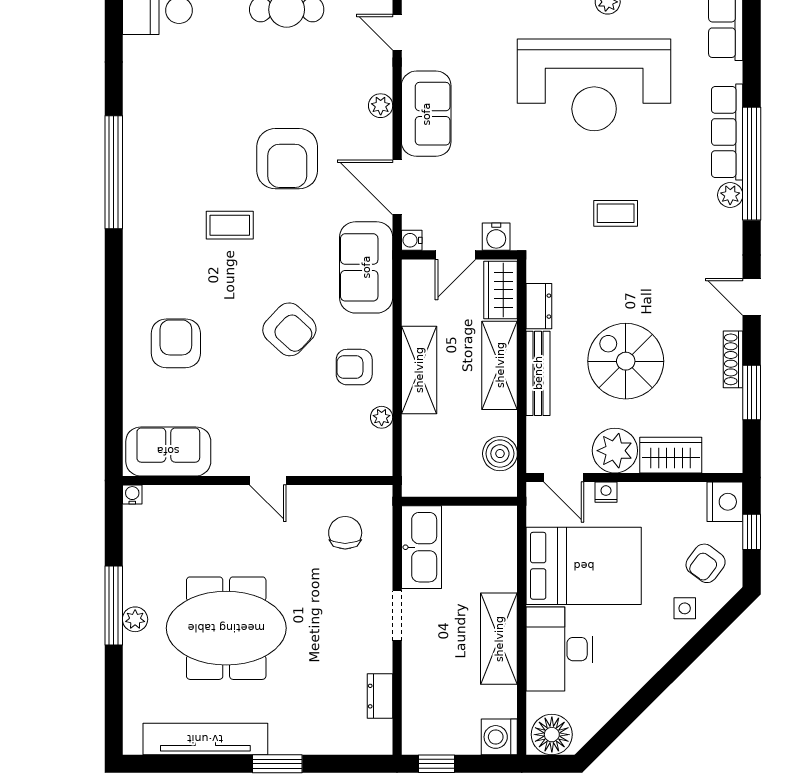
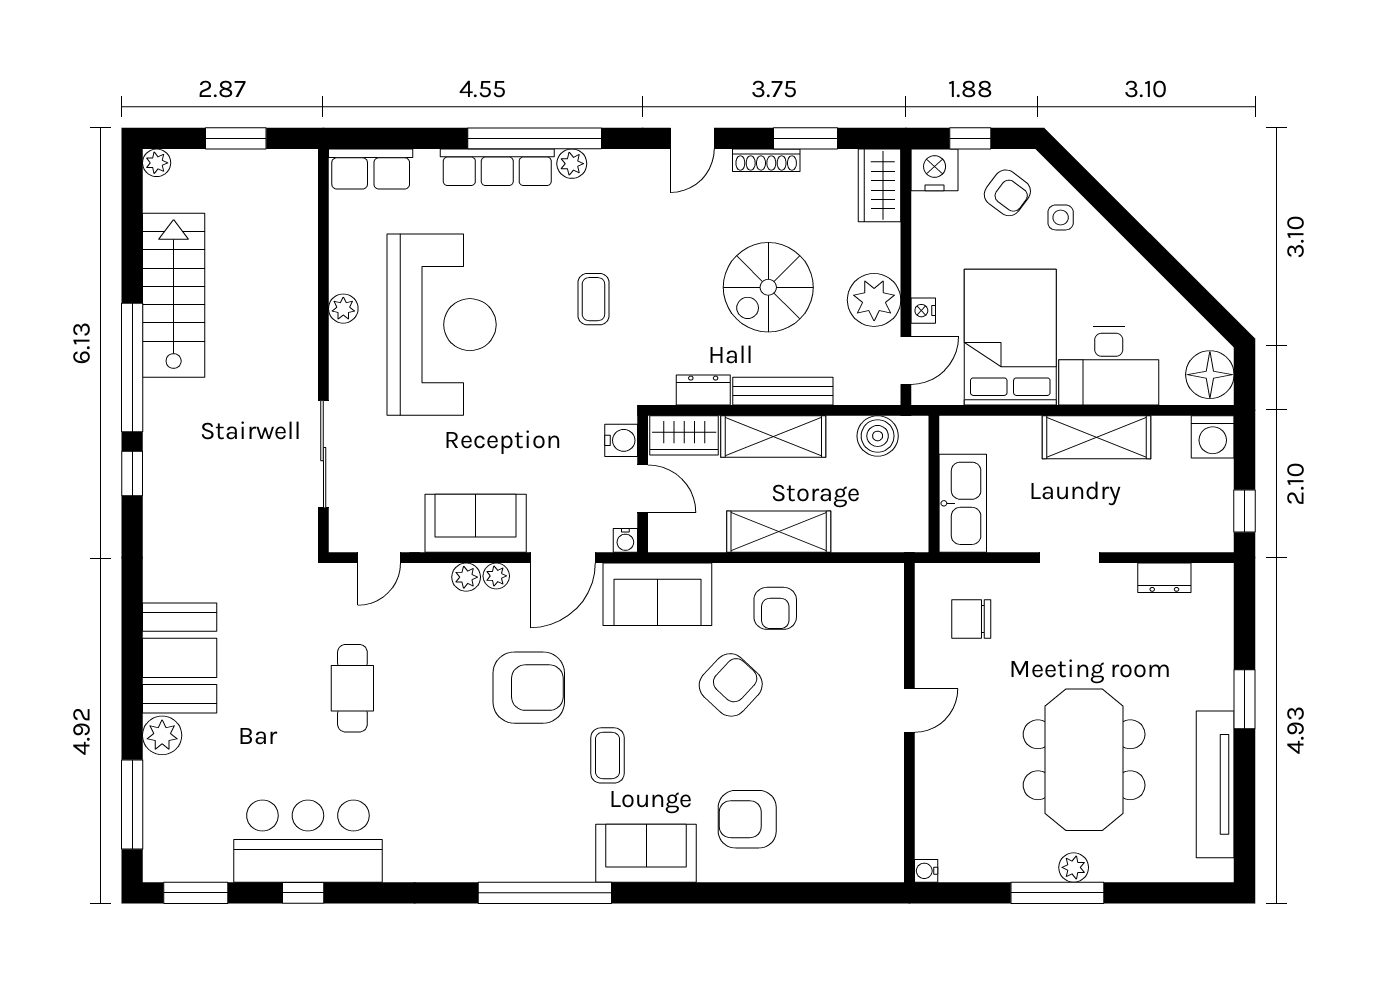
plant: (382, 417) -> (496, 576), moved
sofa: (168, 451) -> (646, 853), moved, turned 90
wardrobe: (671, 455) -> (879, 185), moved
kitchen sink: (421, 547) -> (963, 503), moved, turned 90

